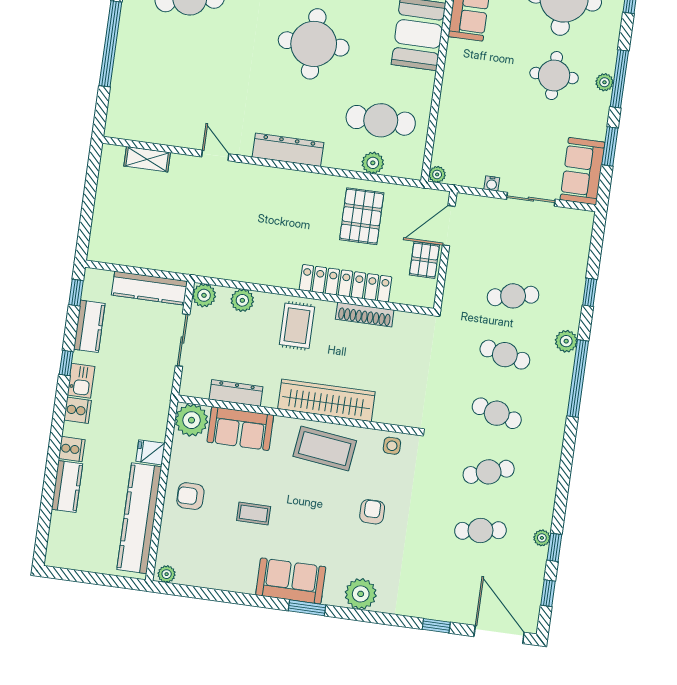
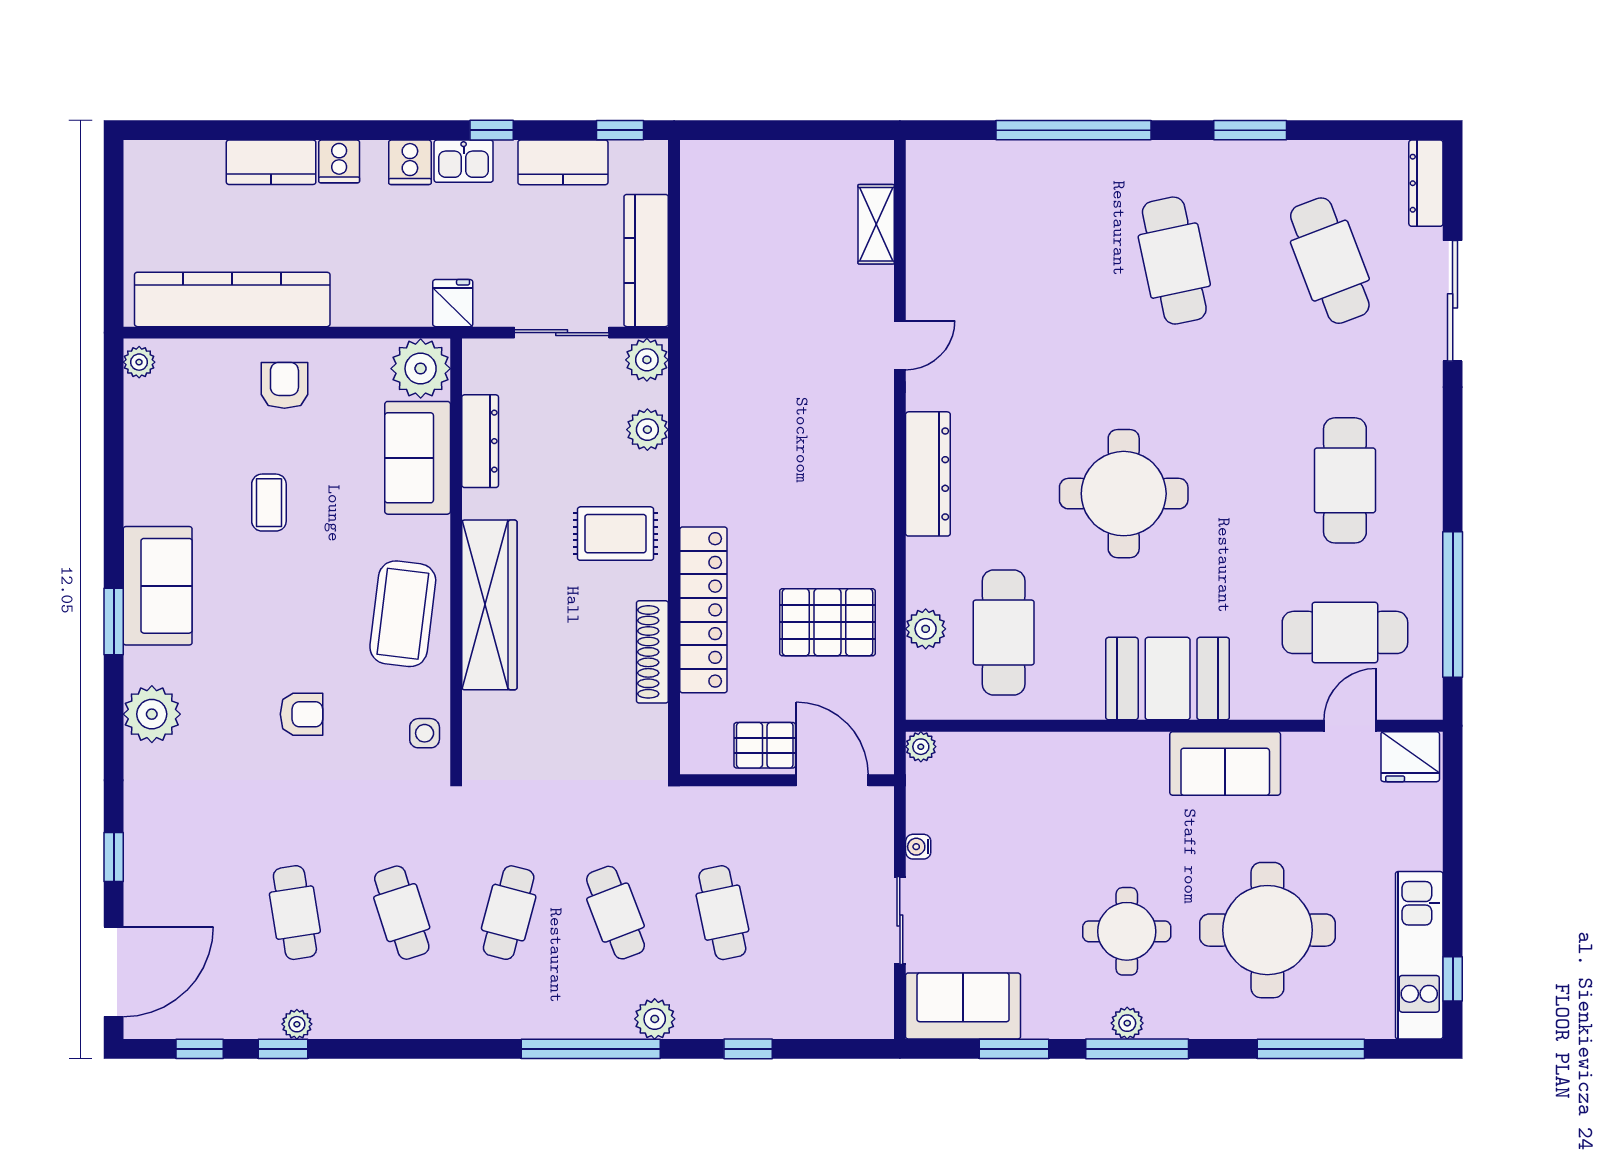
cafe table: (505, 355) -> (616, 913), turned -33
fridge: (150, 452) -> (453, 303), moved

